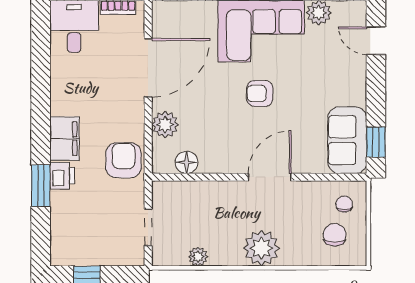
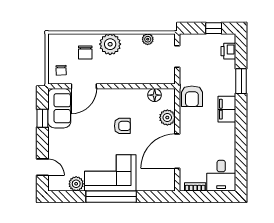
armchair: (260, 93) -> (122, 126), moved
window: (376, 142) -> (42, 118), moved
printer: (62, 176) -> (228, 51), moved
door: (270, 177) -> (84, 86), moved
chair: (335, 235) -> (85, 52), moved

